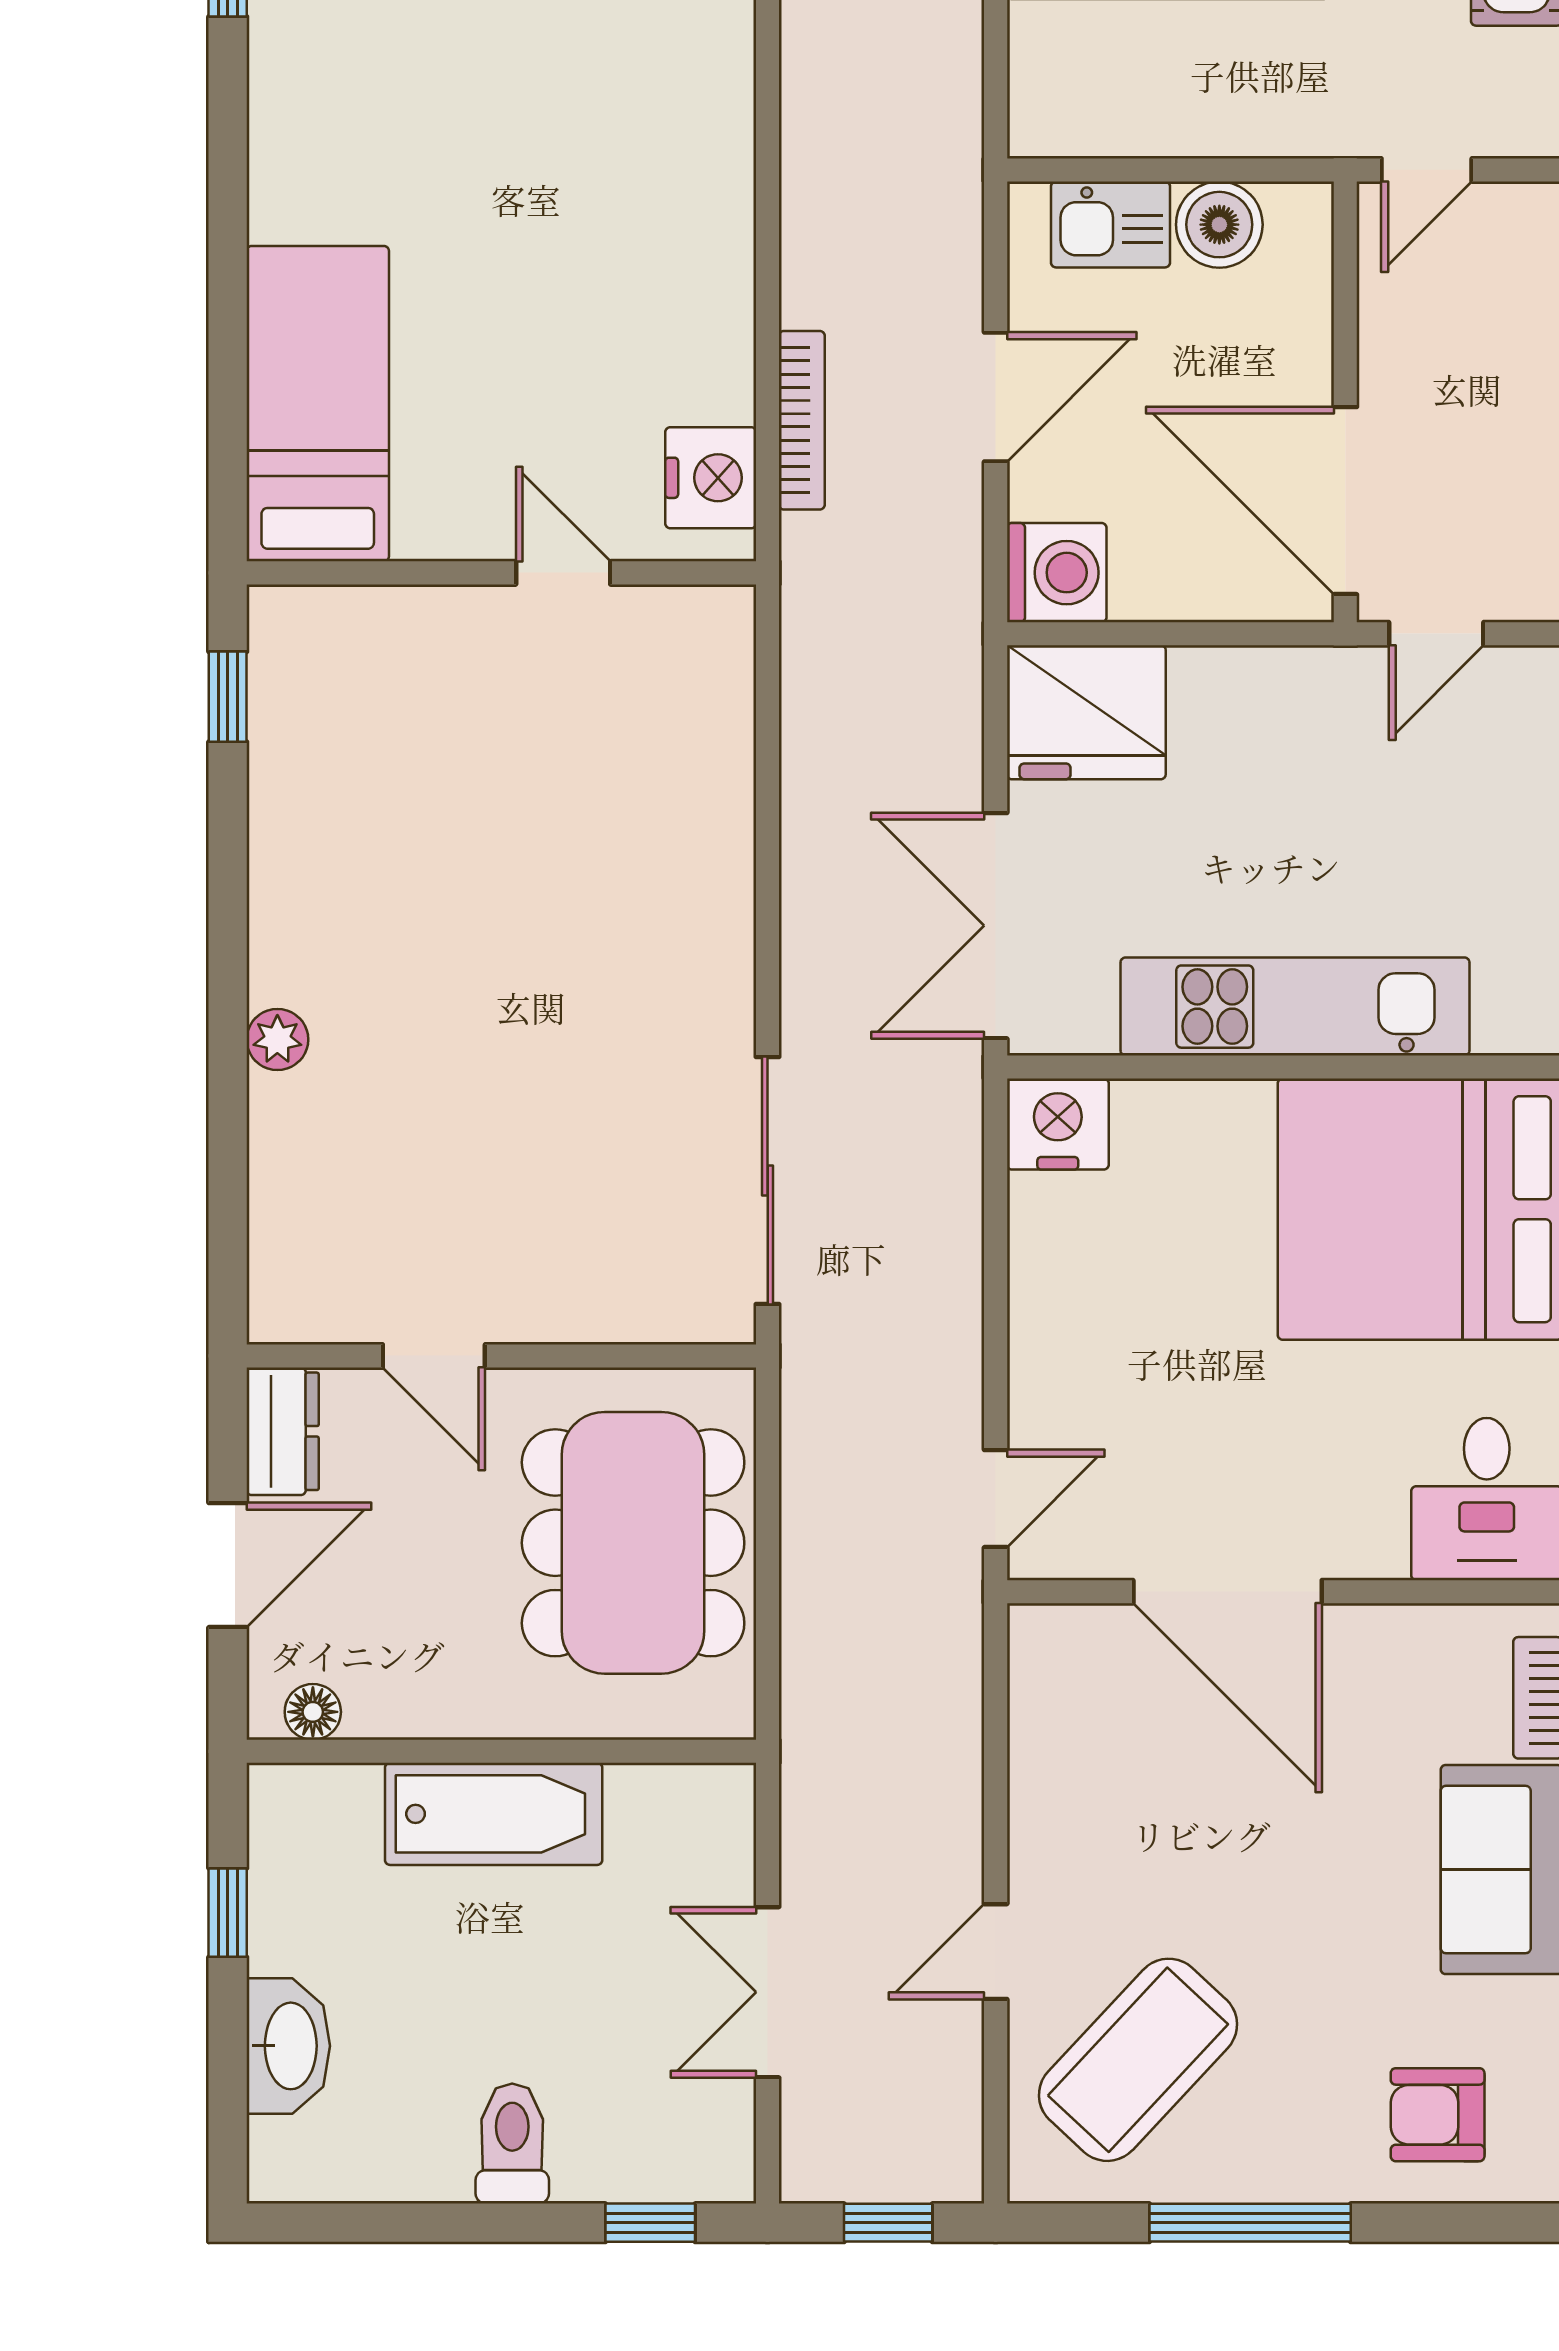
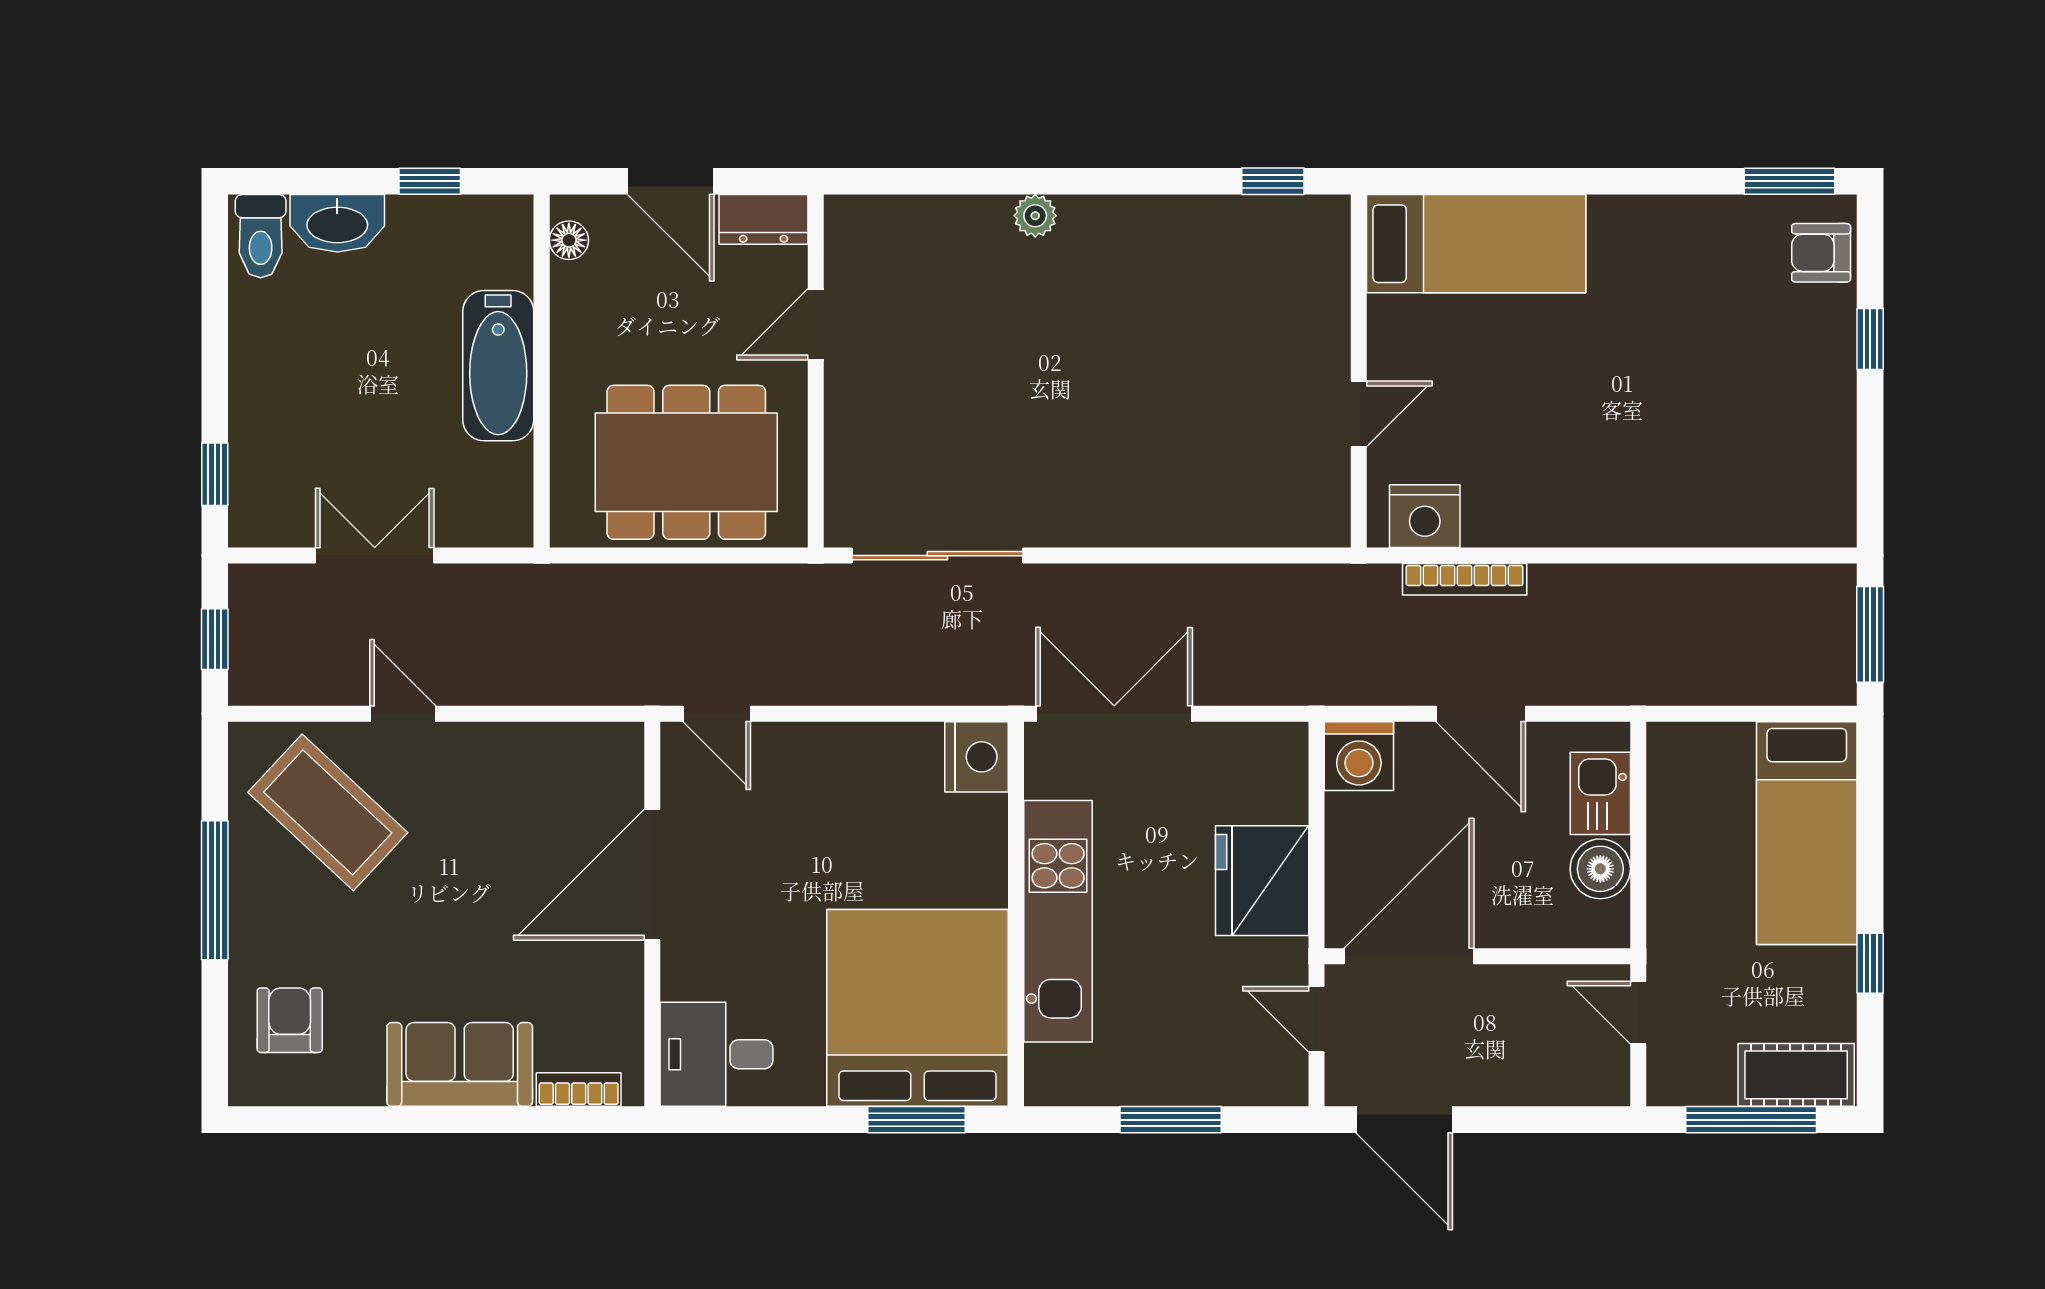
fridge: (1086, 712) -> (1262, 881), moved
toilet: (512, 2144) -> (261, 236), moved, turned 90

